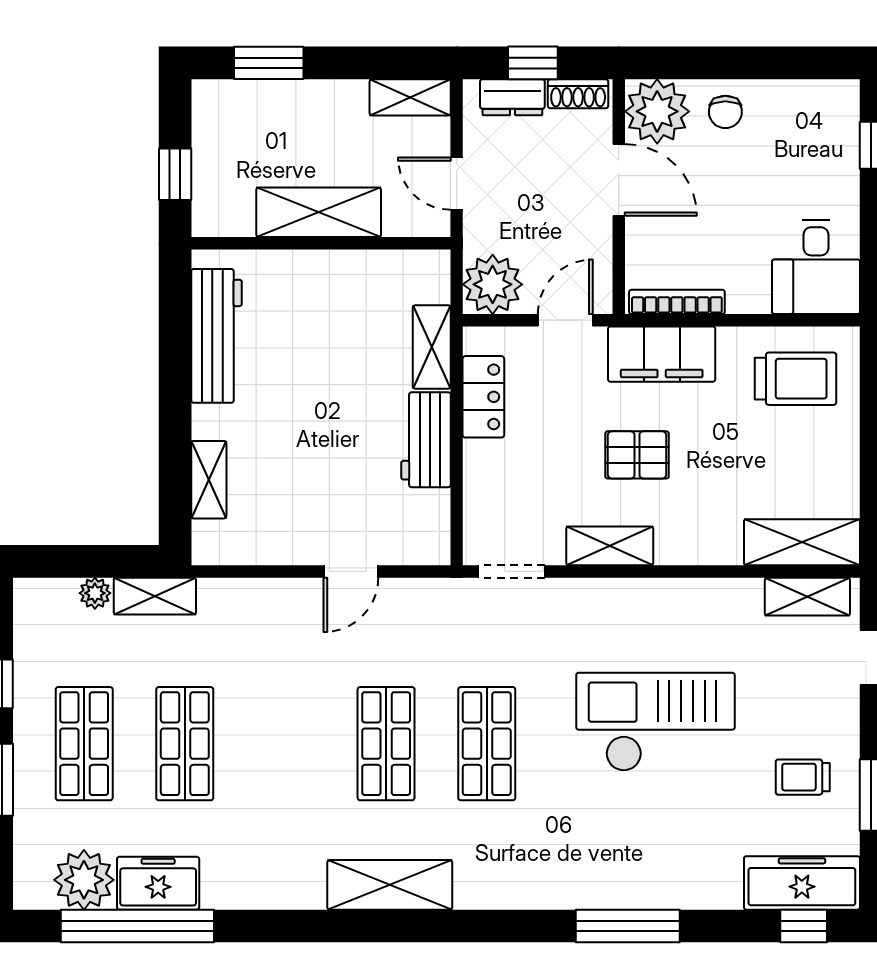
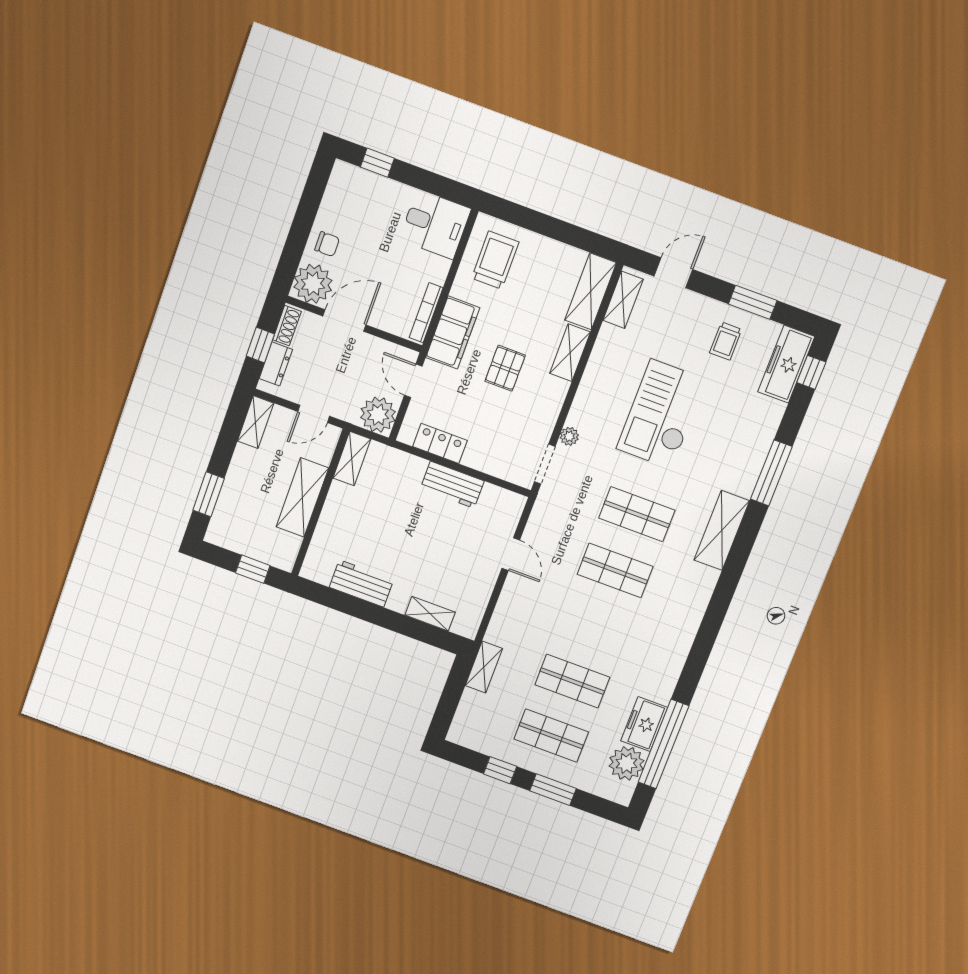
workbench: (216, 336) -> (361, 584), width x0.73
shelving: (432, 347) -> (352, 459), moved, turned 90
shelving: (610, 546) -> (570, 353), moved
plant: (95, 593) -> (569, 436), moved
shelving: (390, 885) -> (722, 530), moved

